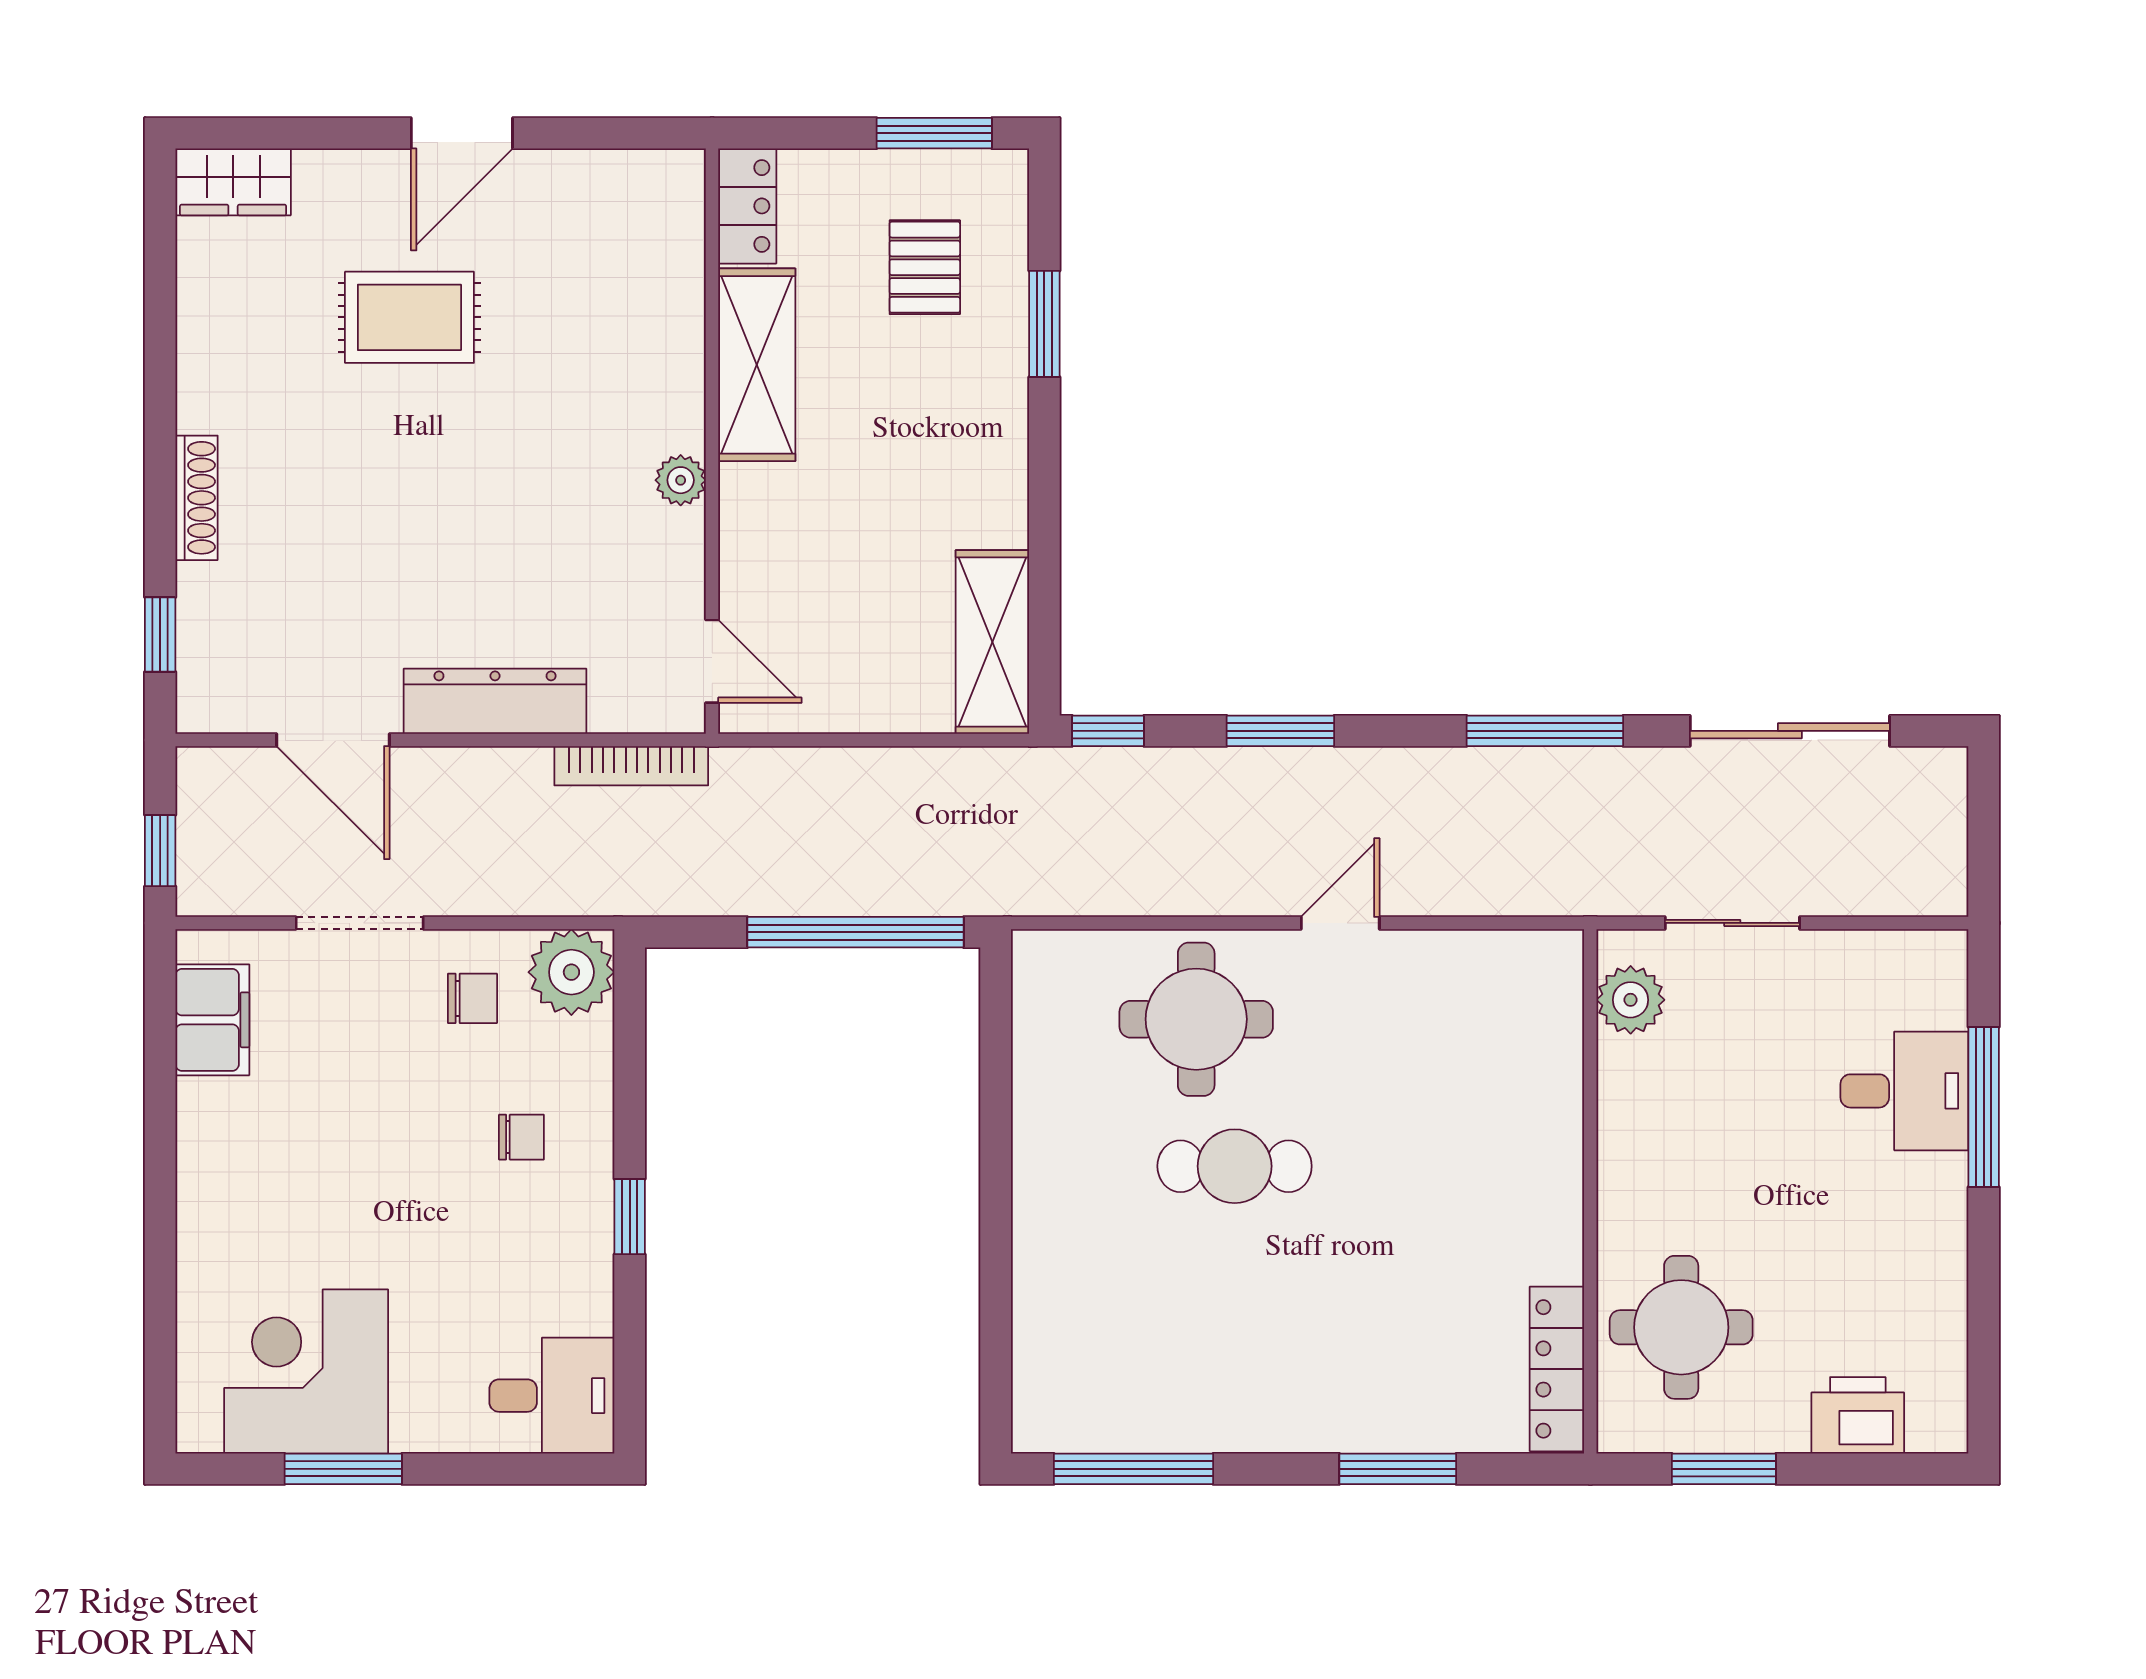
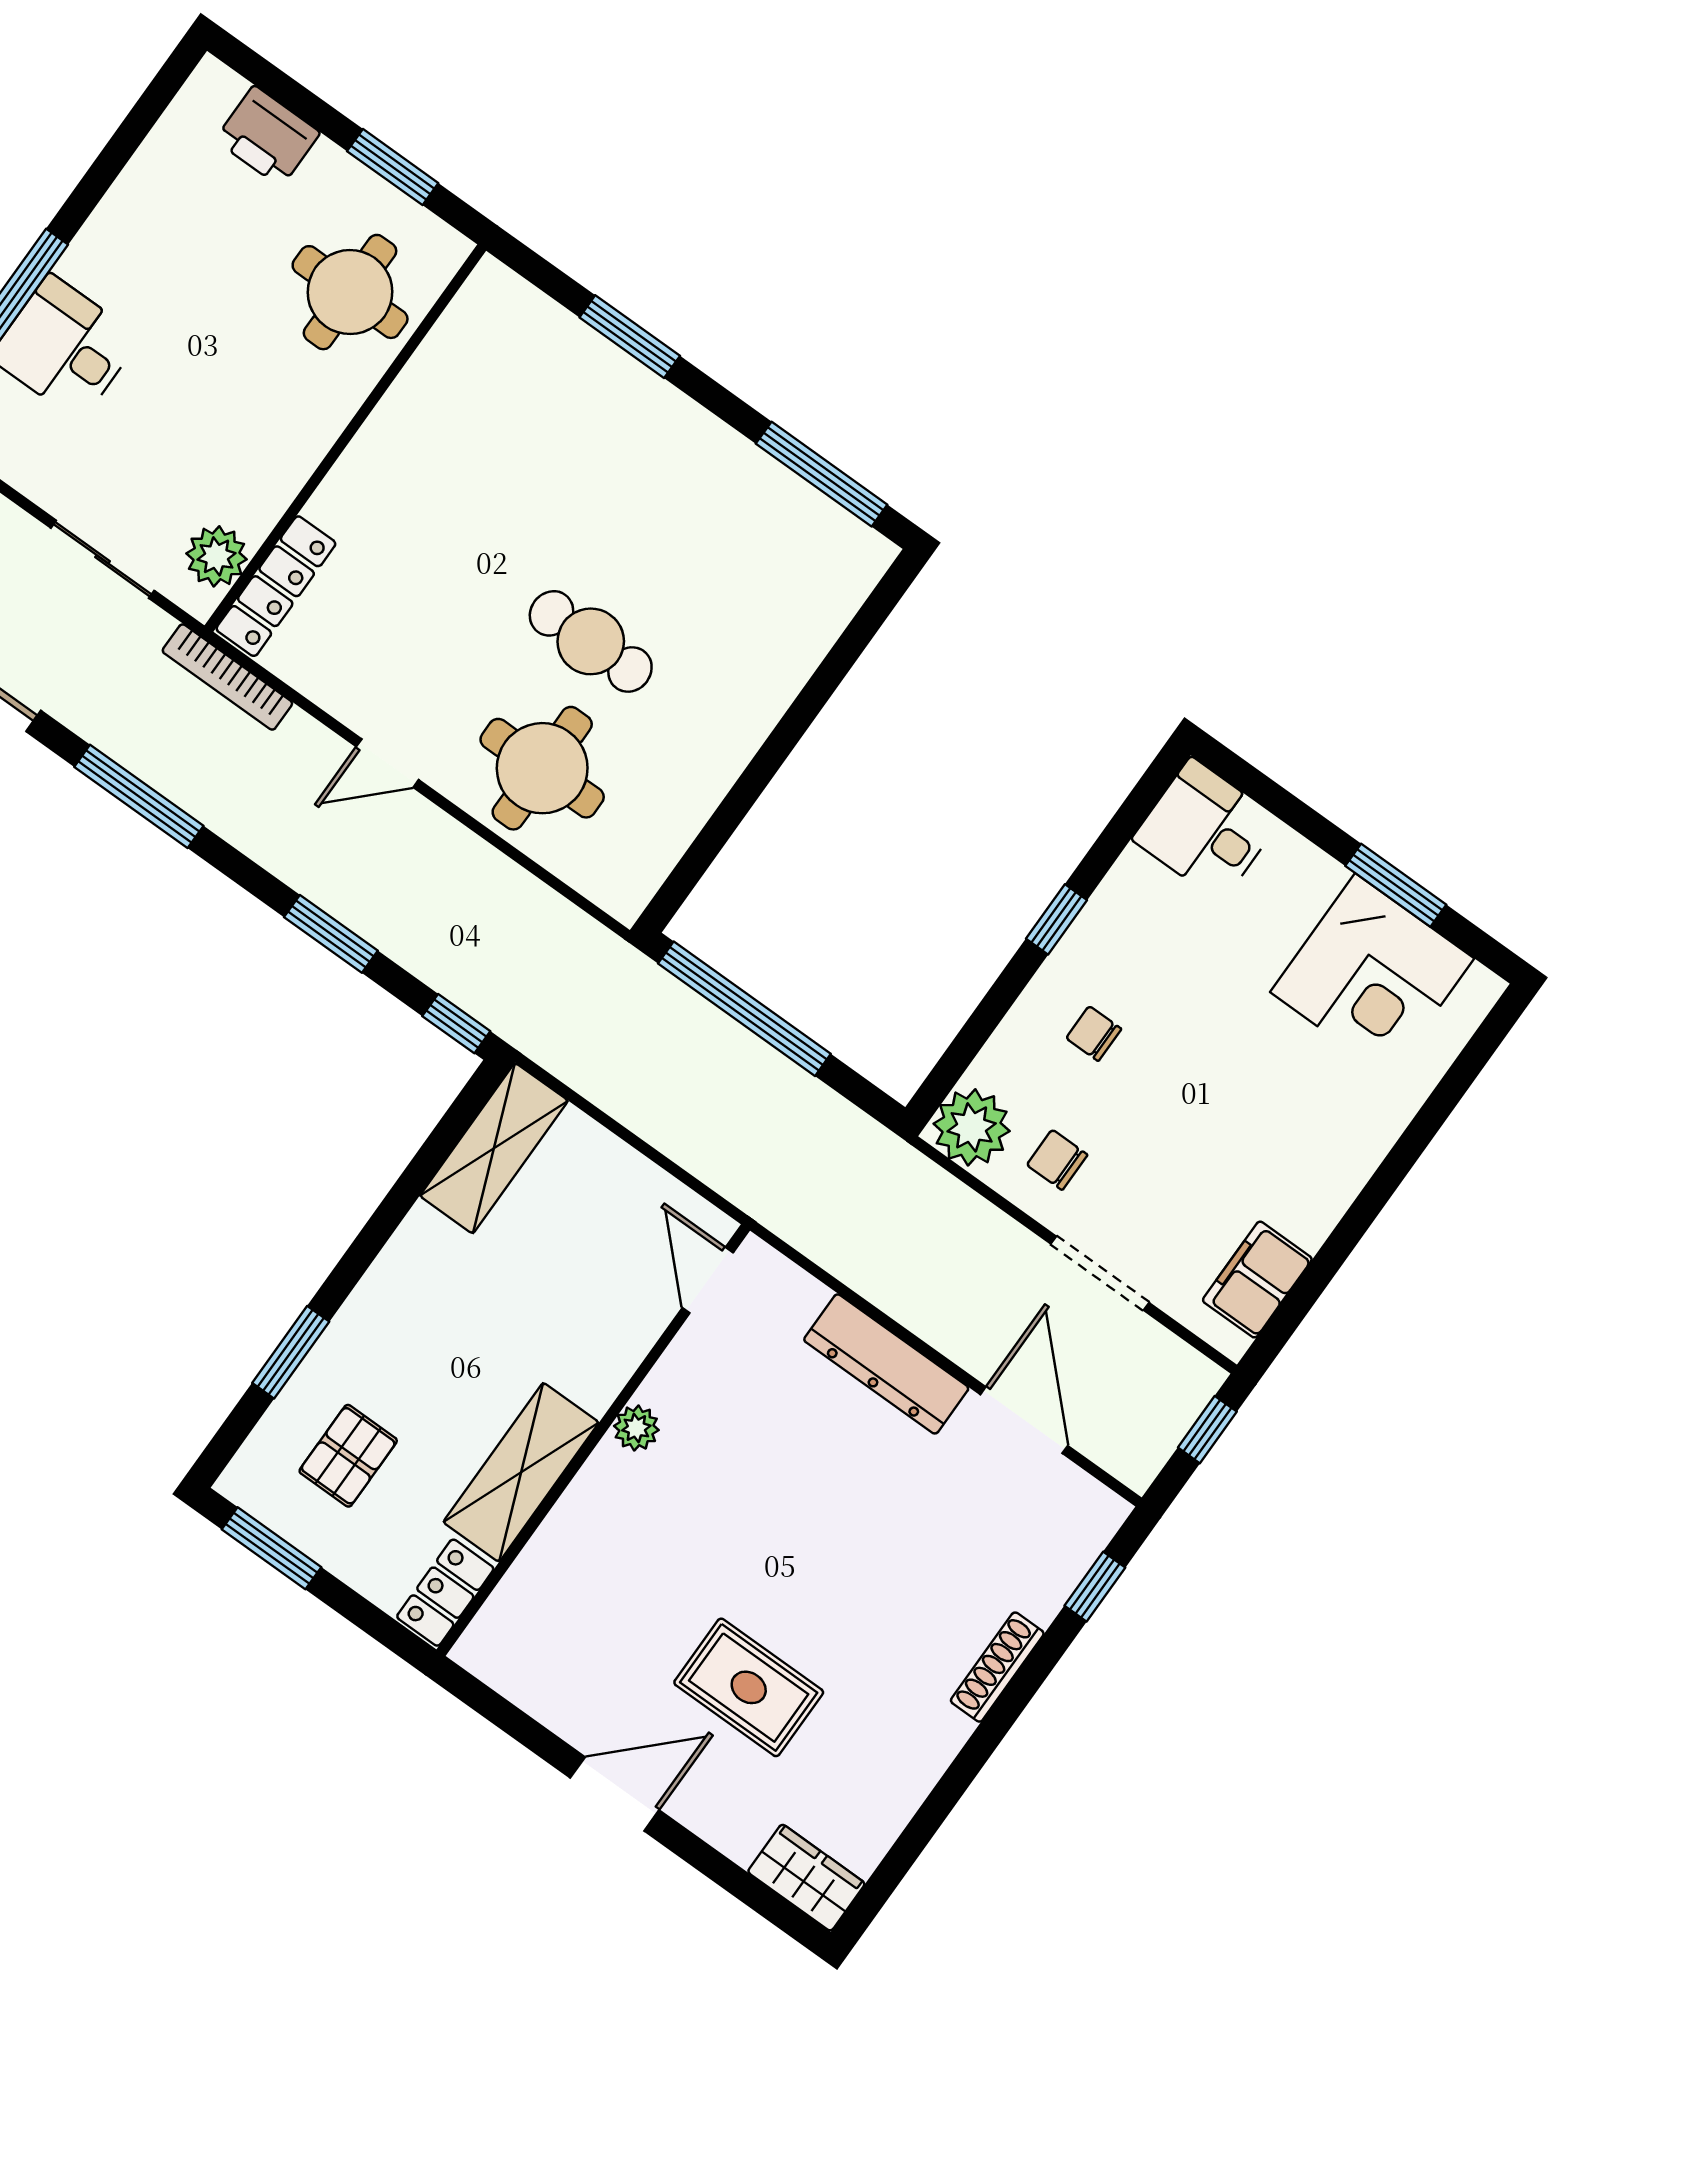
bookcase: (631, 766) -> (227, 677), moved, turned 180
locker: (1557, 1369) -> (276, 586), moved

